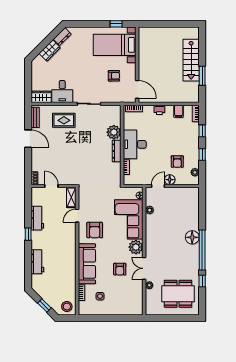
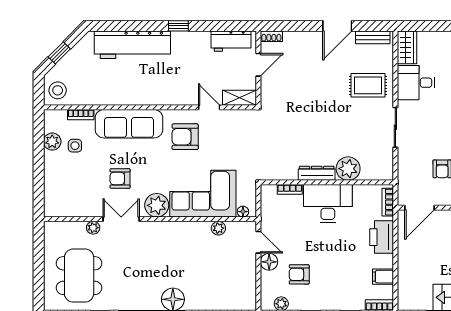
printer: (159, 110) -> (382, 237), width x1.87, depth x1.48
rug: (64, 120) -> (368, 85), turned 90
workbench: (37, 218) -> (231, 41), moved
workbench: (37, 262) -> (132, 45), width x1.87, depth x1.32
plant: (98, 310) -> (52, 142), added

